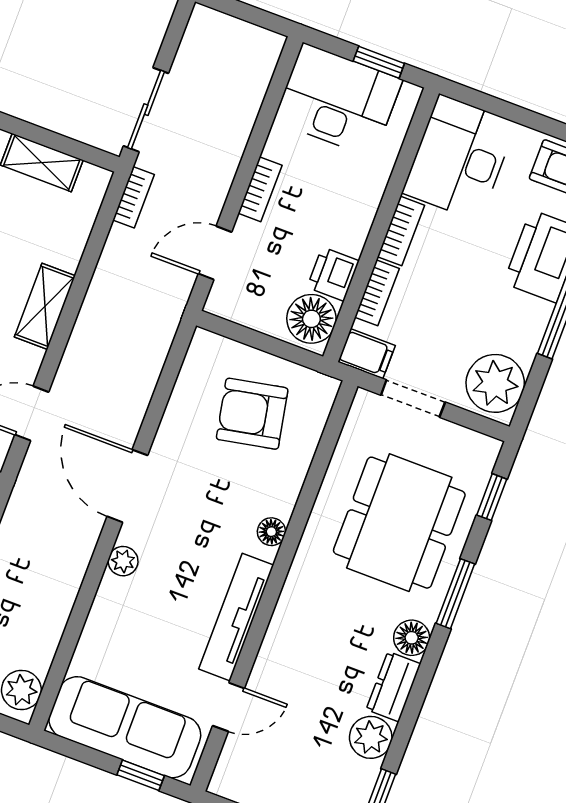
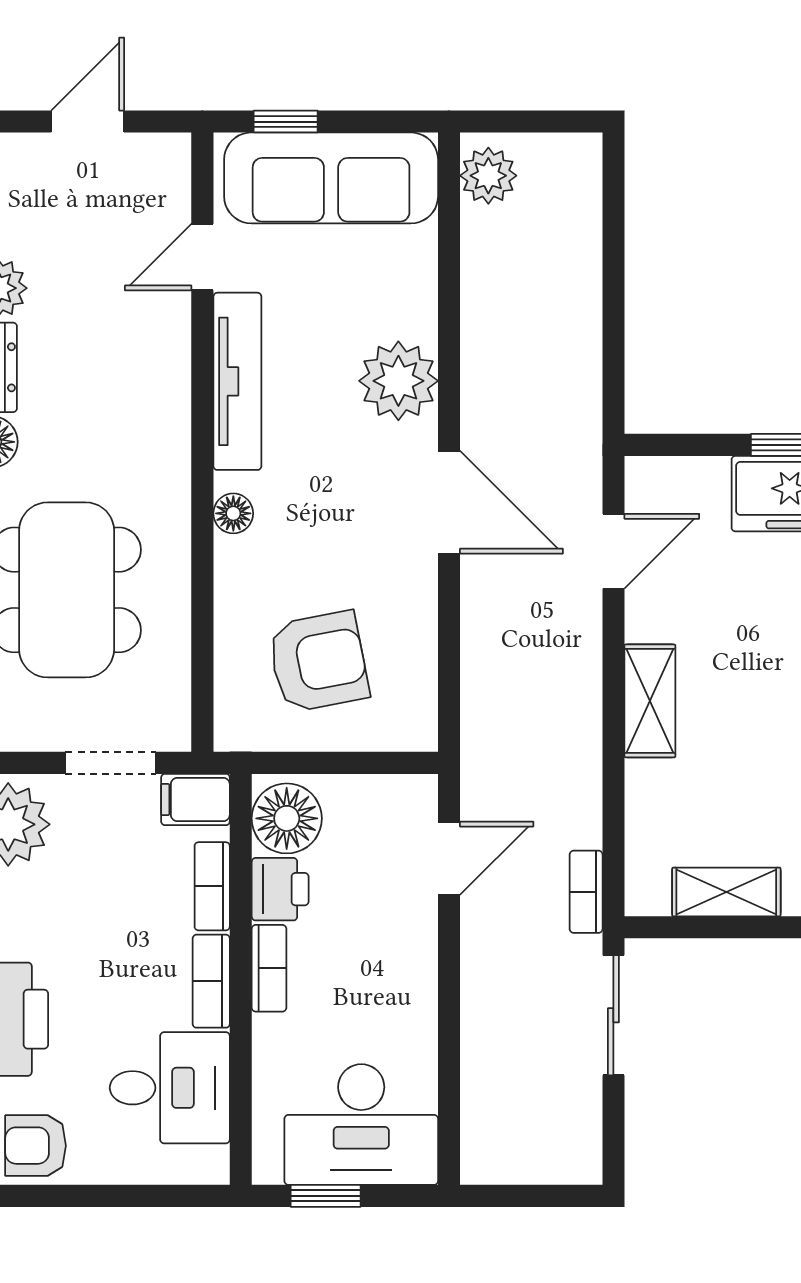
desk: (459, 158) -> (170, 1088), width x0.73
bookcase: (260, 189) -> (269, 968), moved, turned 180
plant: (123, 561) -> (398, 381), width x1.87, depth x1.87

